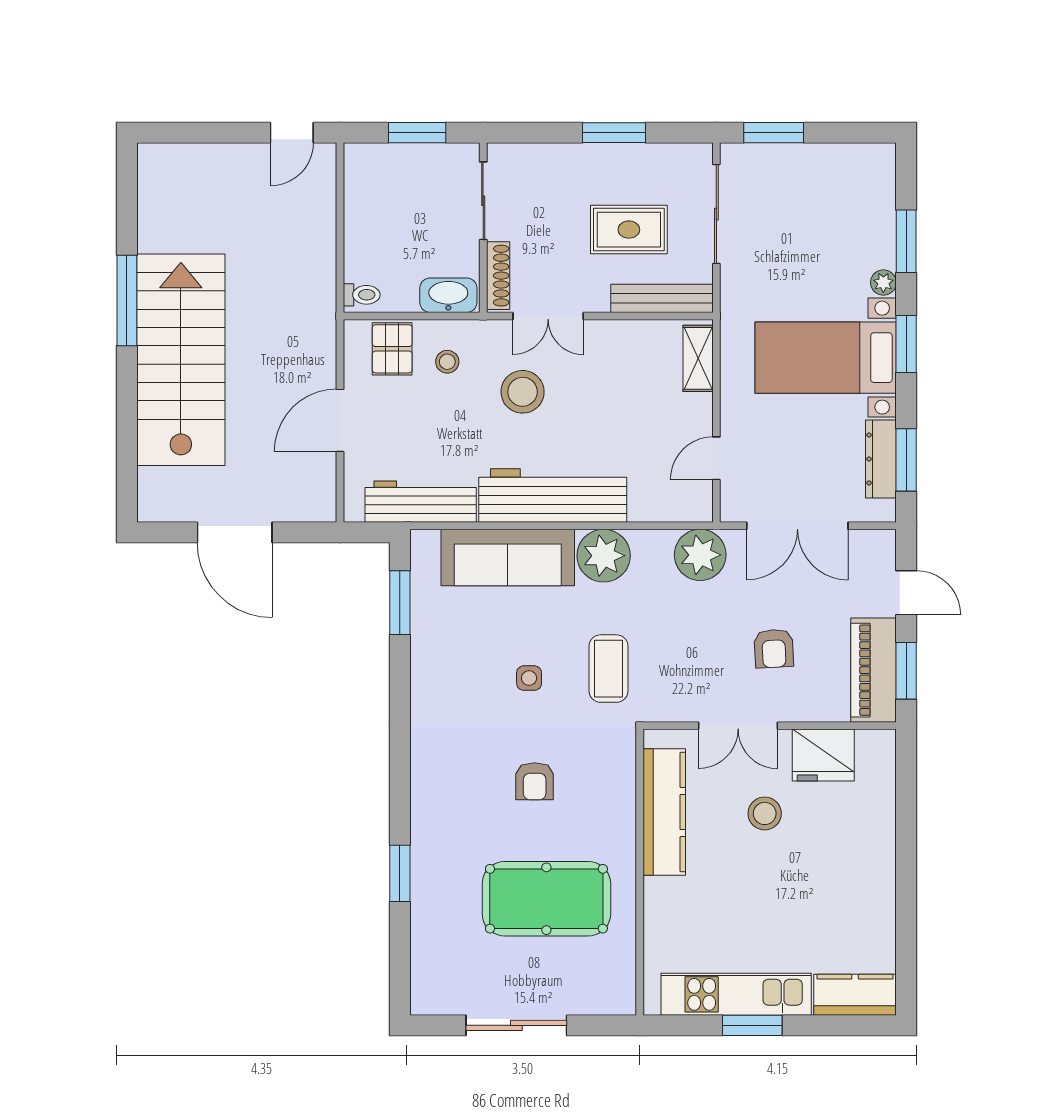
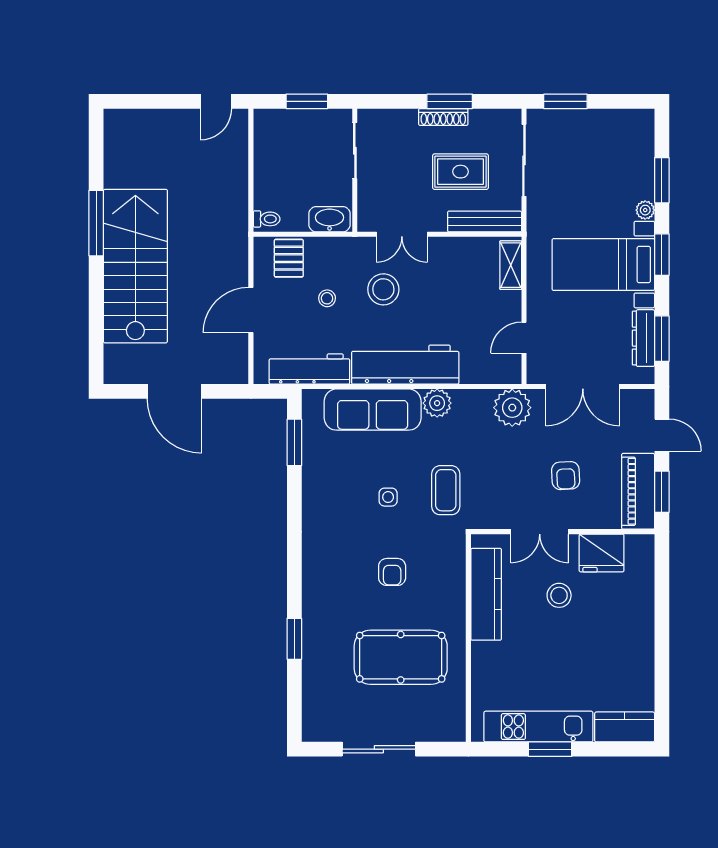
shoe rack: (498, 276) -> (443, 117), moved, turned 90
stool: (447, 362) -> (327, 298), moved
plant: (604, 556) -> (437, 403), width x0.73, depth x0.73

